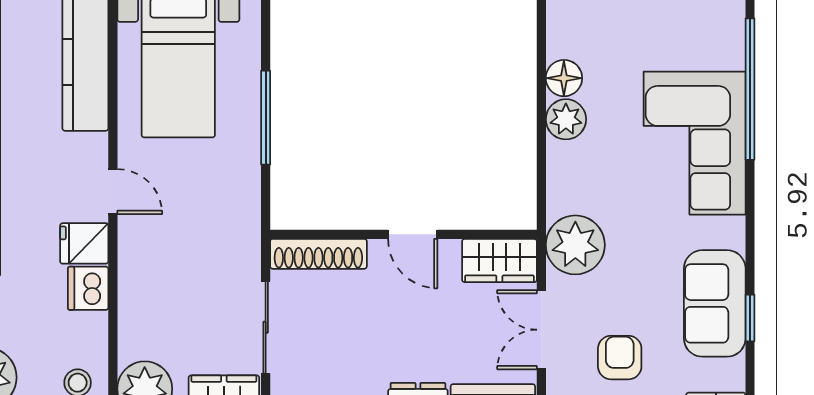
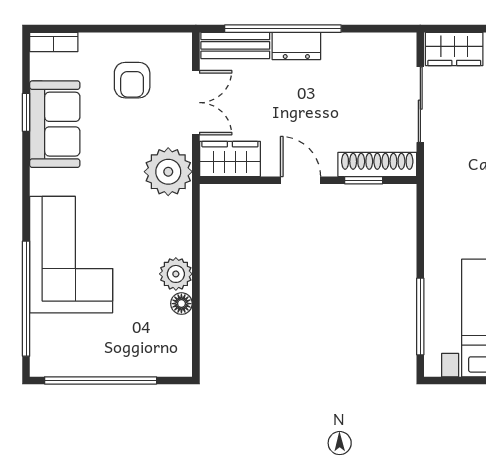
floor lamp: (564, 78) -> (181, 304), width x0.73, depth x0.73
window: (266, 118) -> (420, 317), moved
window: (335, 234) -> (364, 180), added

